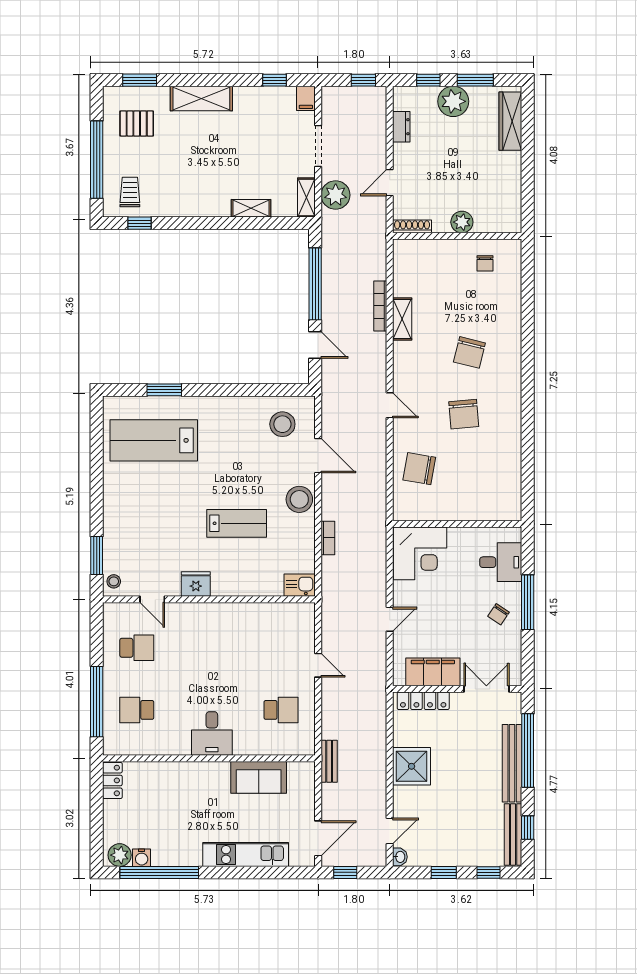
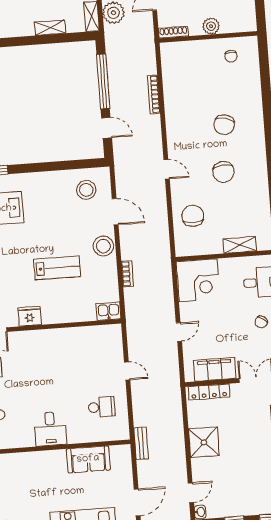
shelving: (402, 319) -> (240, 245), moved, turned 90
chair: (419, 469) -> (193, 216), turned 80

